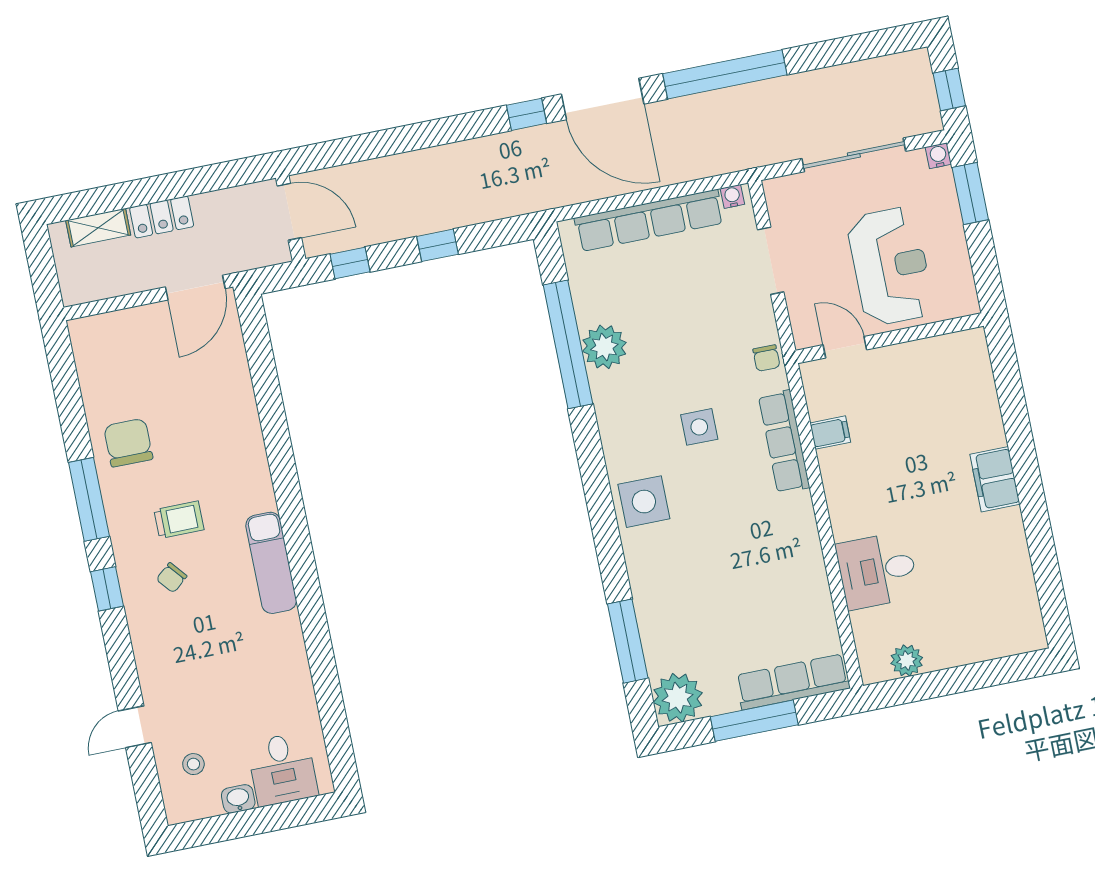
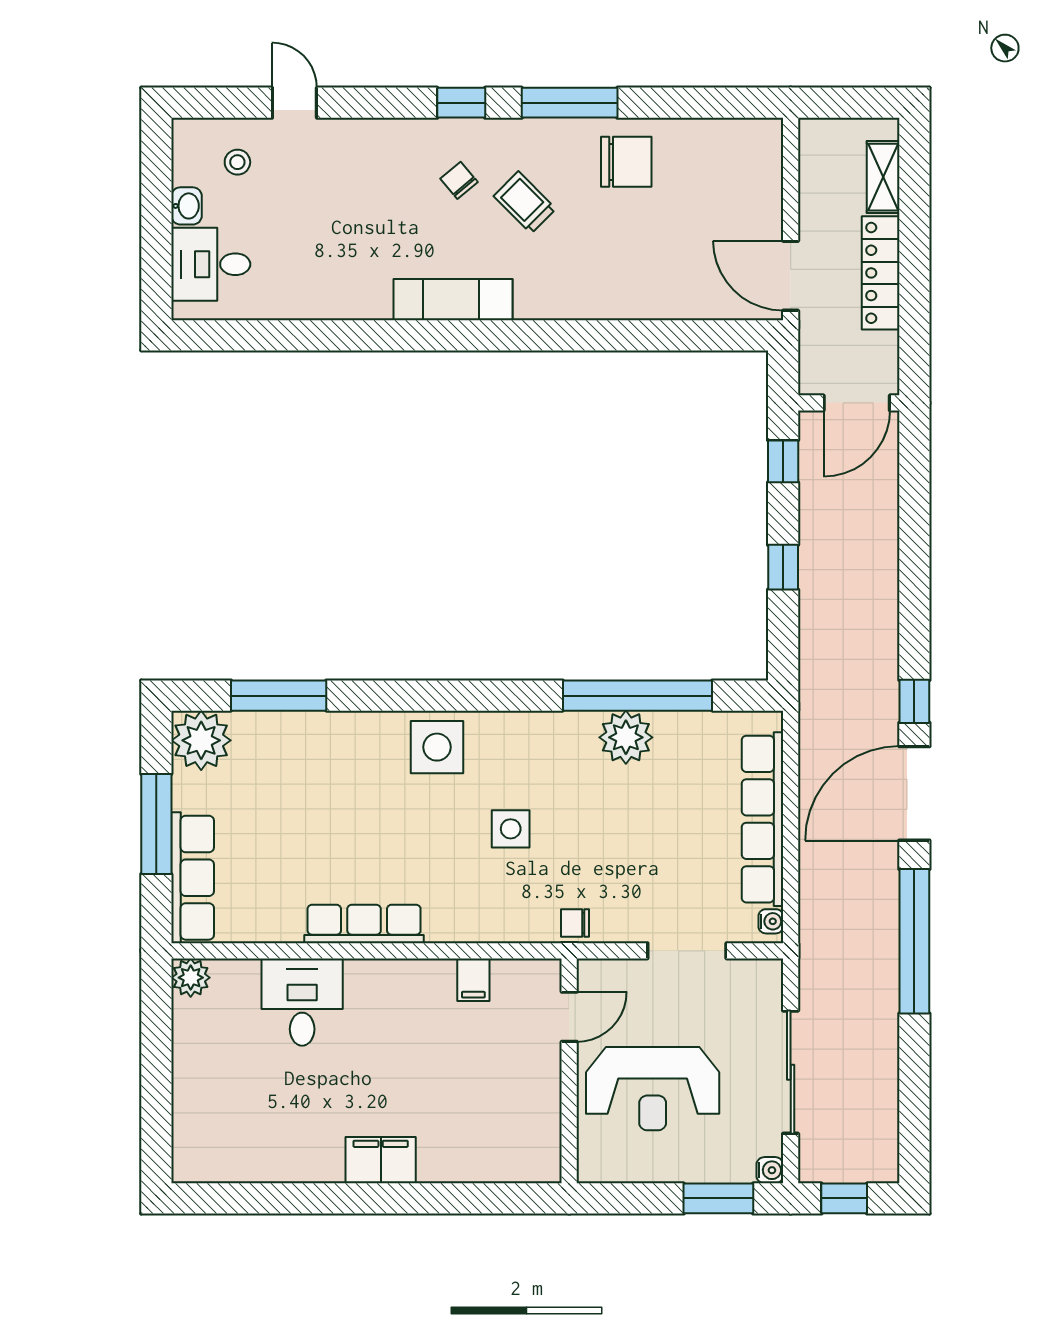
locker: (162, 217) -> (881, 273), width x1.53
row of seats: (784, 442) -> (364, 924), moved
trolley: (179, 520) -> (525, 202), turned 135
plant: (907, 660) -> (191, 978), moved

